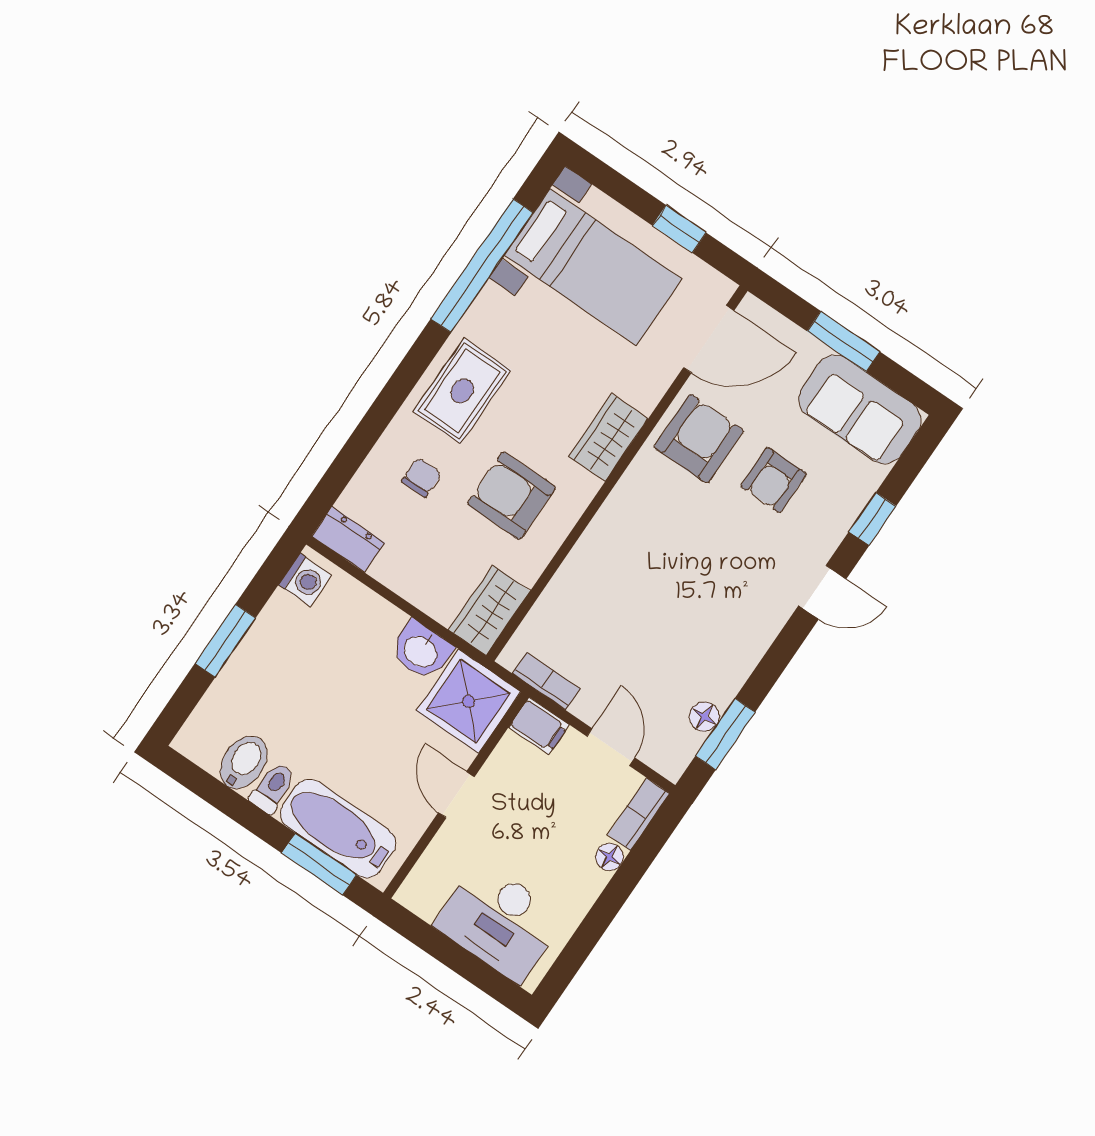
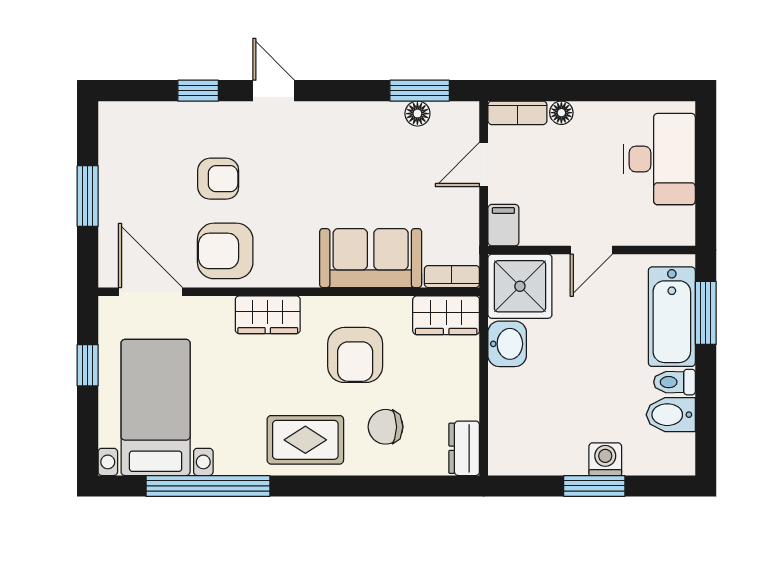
sofa: (860, 410) -> (371, 258), moved, turned -90
chair: (421, 477) -> (386, 427), width x1.37, depth x1.37
washing machine: (305, 580) -> (605, 459), moved
bookcase: (546, 681) -> (452, 277), moved, turned 90

